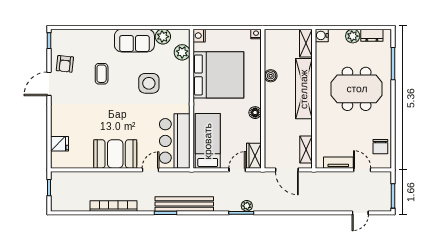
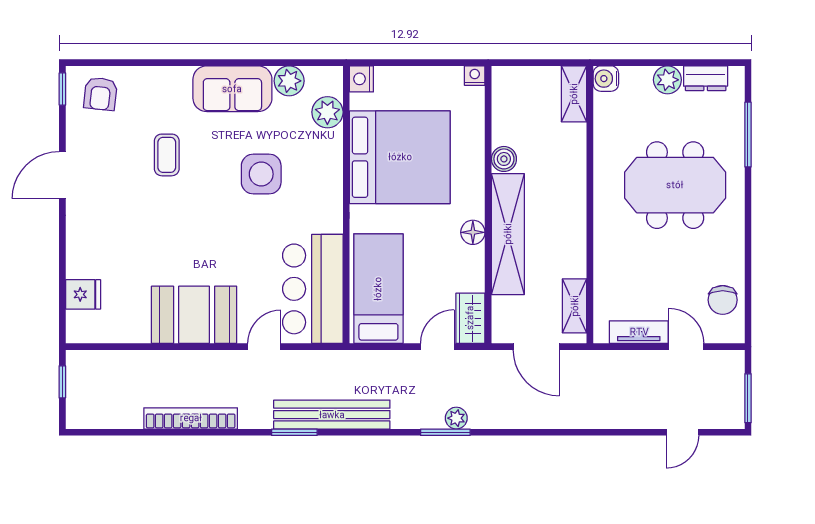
armchair: (65, 64) -> (100, 94), moved
shelving: (304, 89) -> (508, 234), moved

